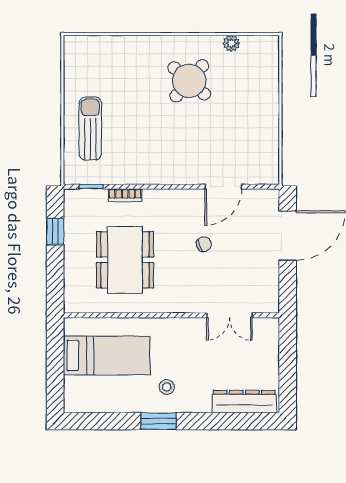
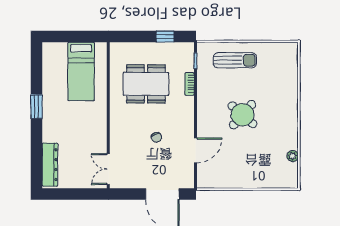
round table: (189, 81) -> (243, 115), moved
door: (223, 187) -> (196, 150), swing flipped
double door: (229, 315) -> (108, 169), moved
stool: (167, 387) -> (60, 112), removed

